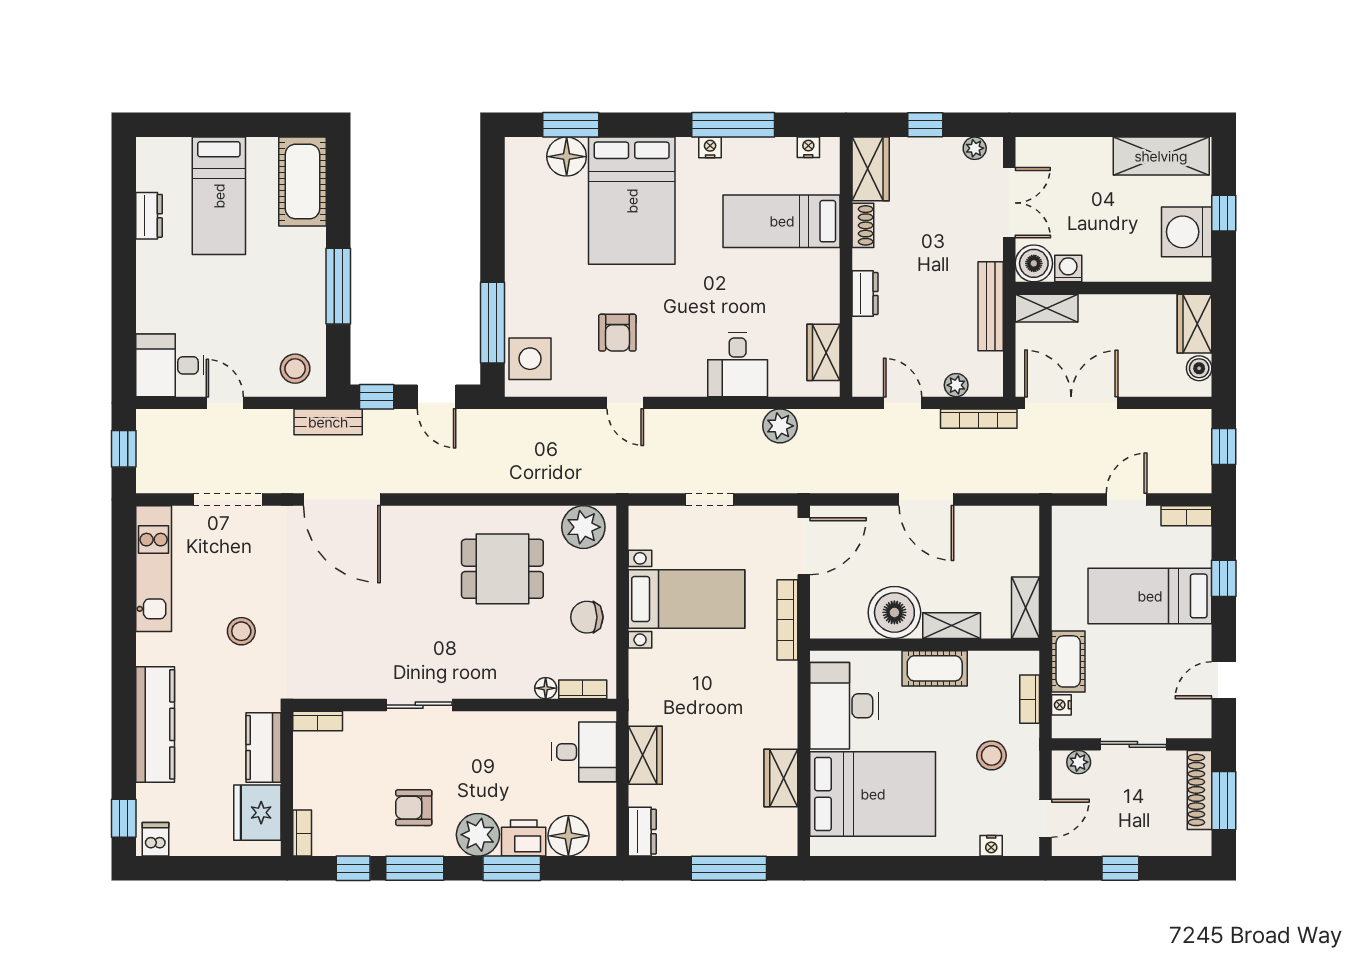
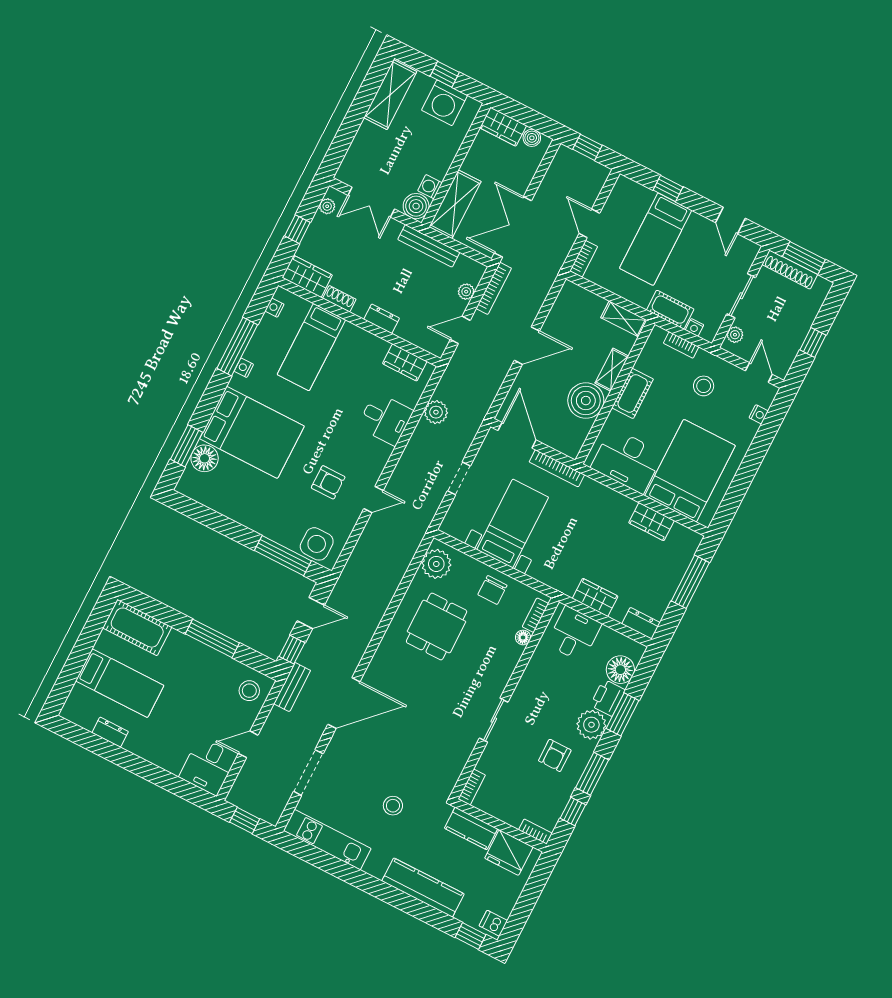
double door: (1009, 203) -> (371, 202), swing flipped
shelving: (1047, 308) -> (455, 204), width x1.50, depth x1.33
bookcase: (1186, 516) -> (584, 259), moved

